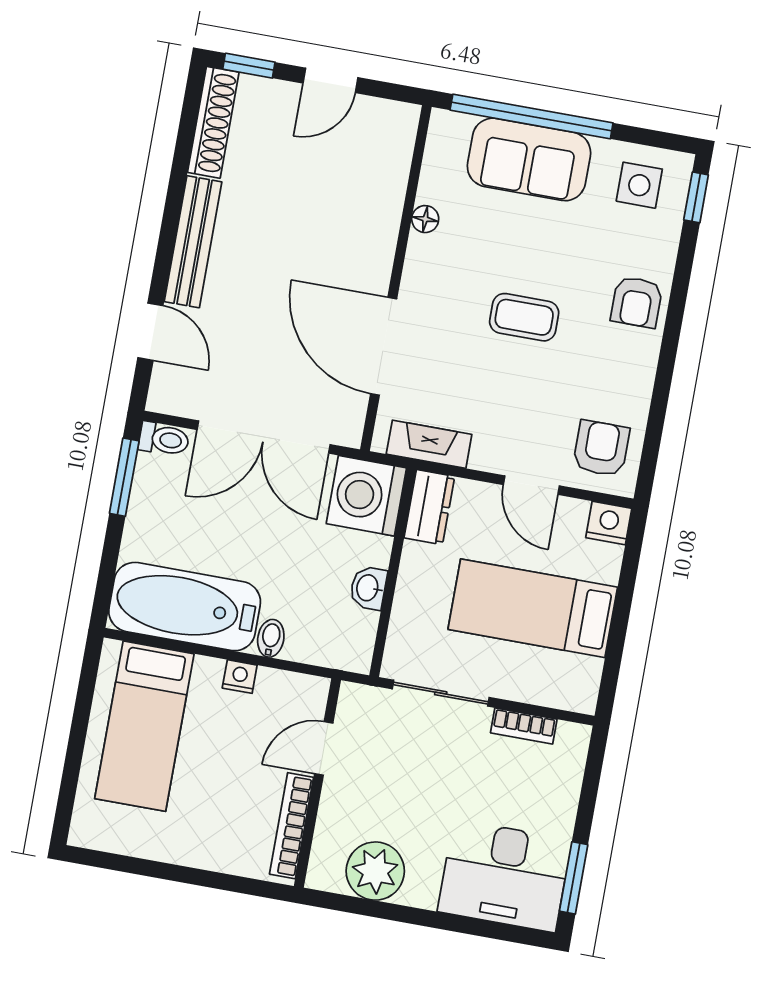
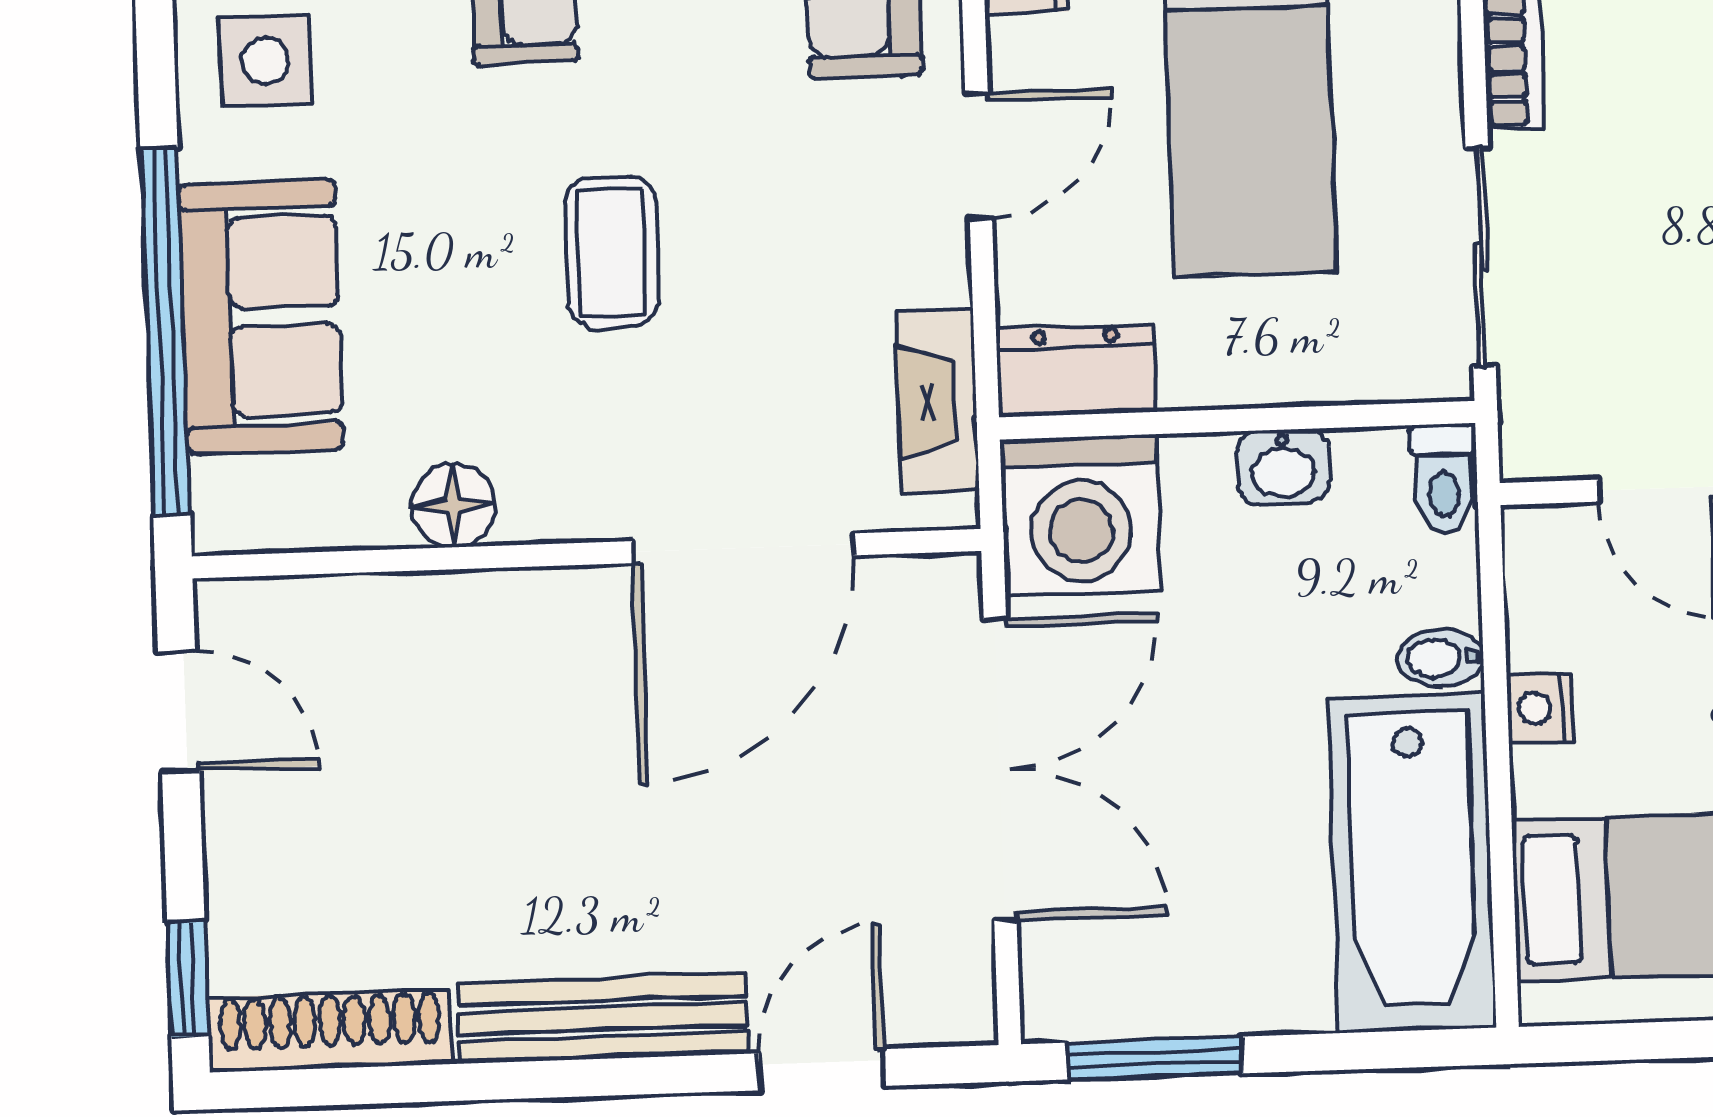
door: (330, 80) -> (179, 711), moved
floor lamp: (425, 219) -> (453, 505), width x1.37, depth x1.37
toilet: (164, 439) -> (1444, 479), moved, turned 180

